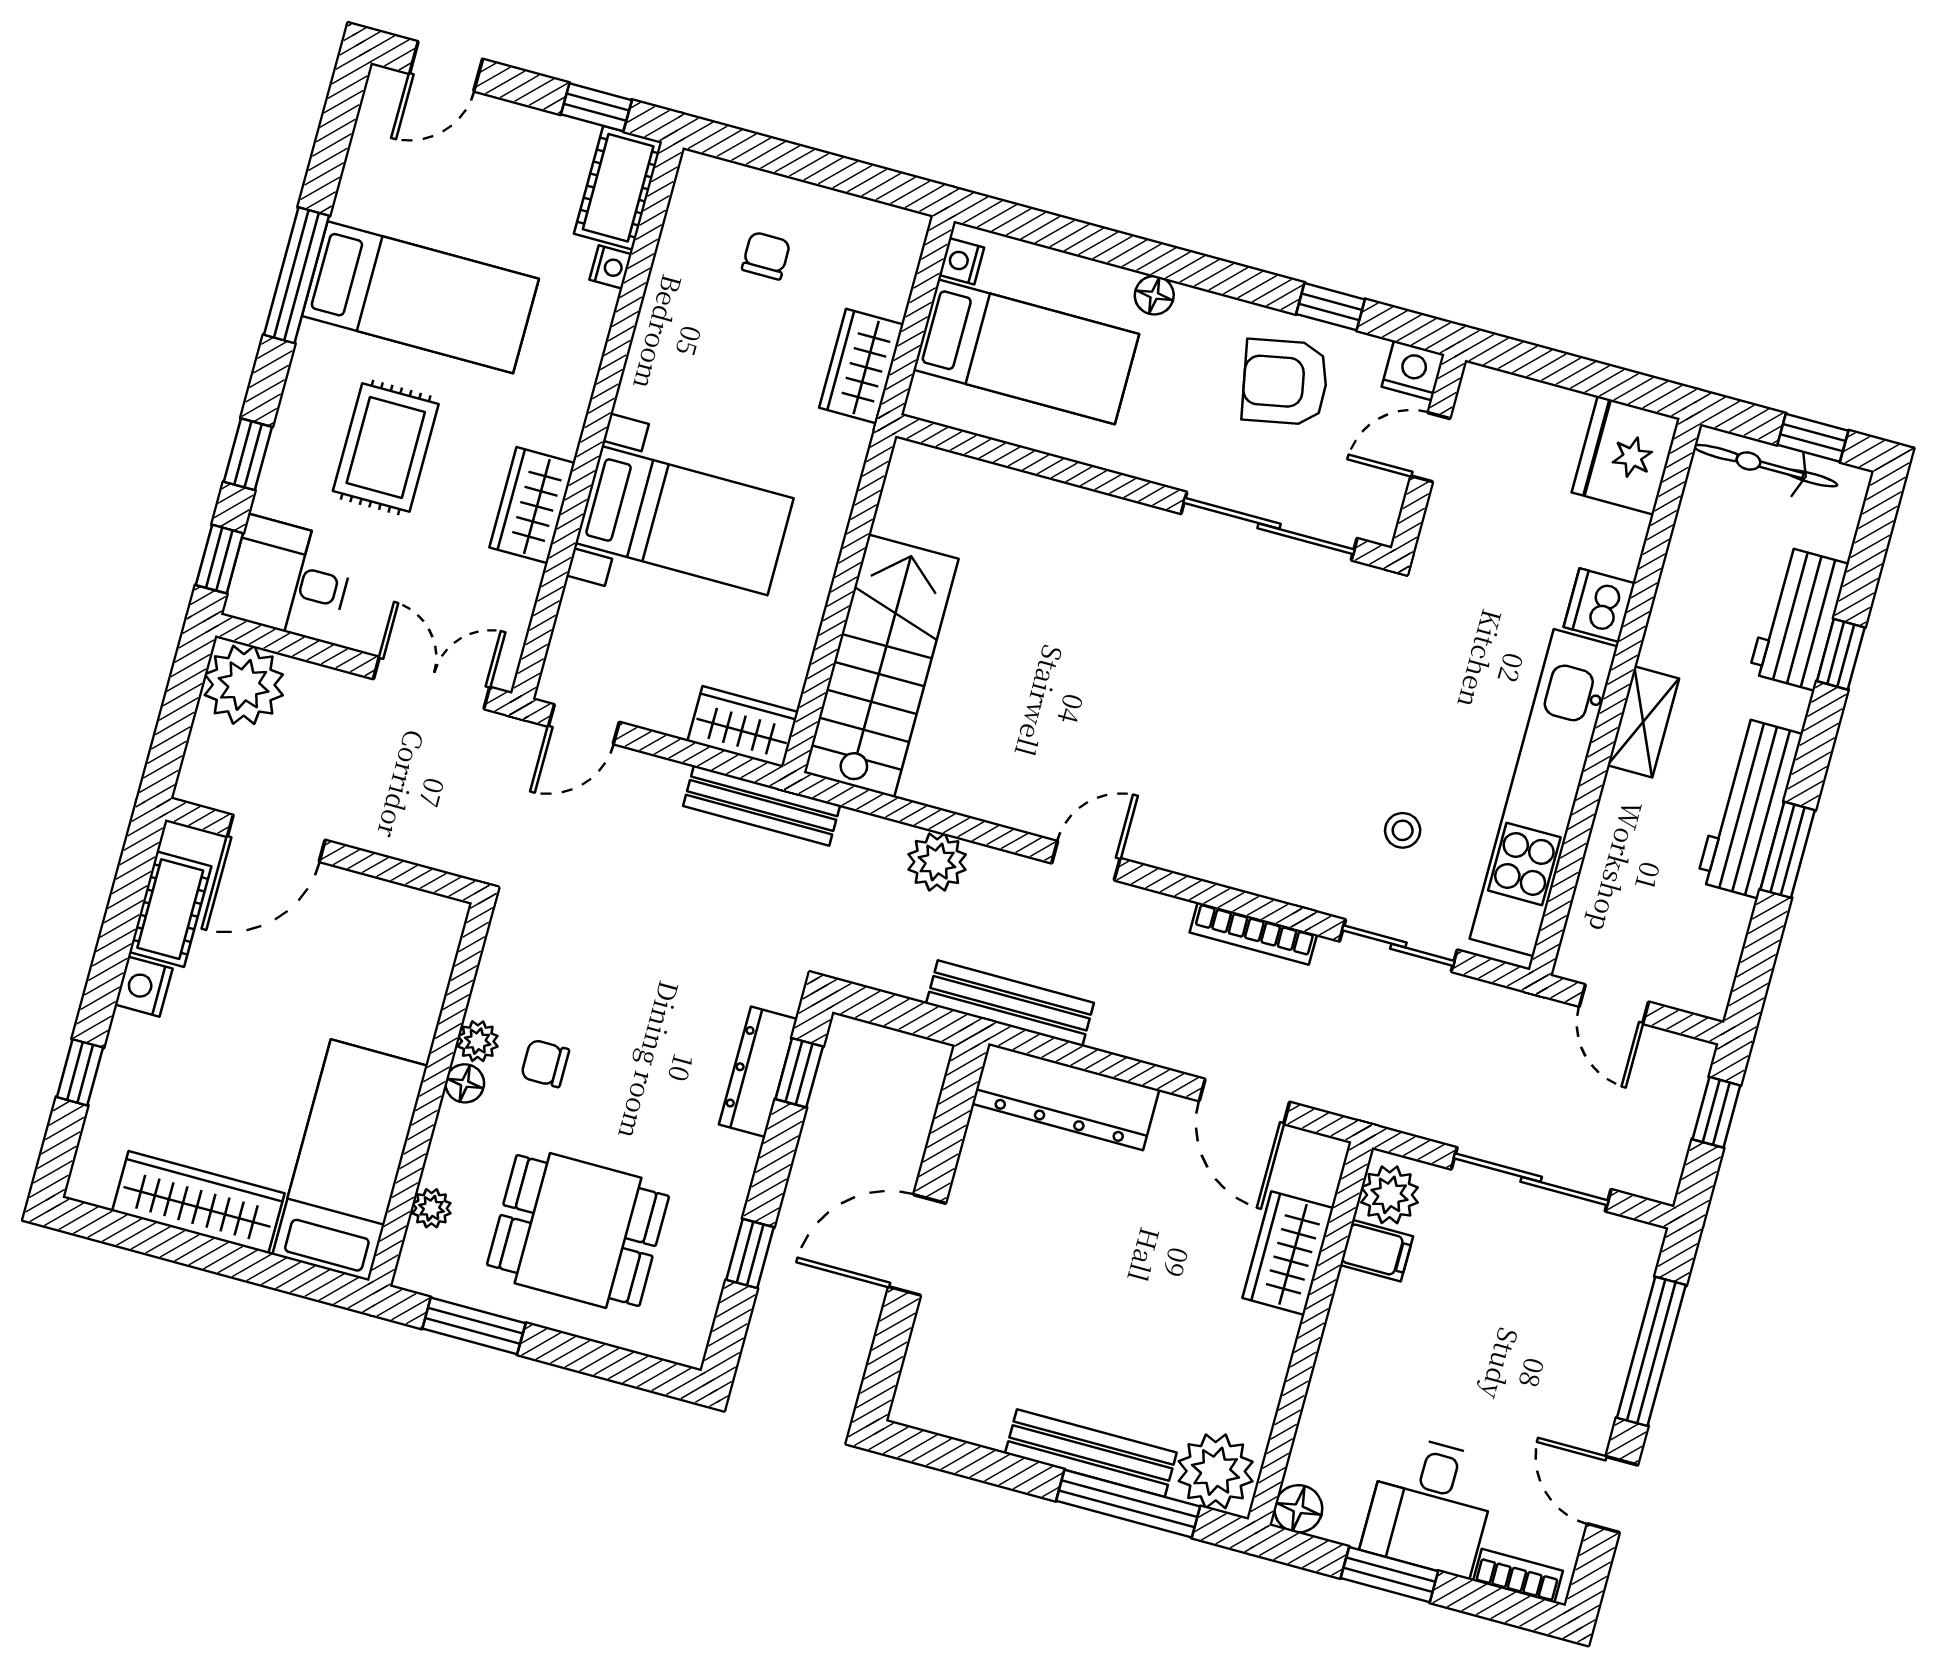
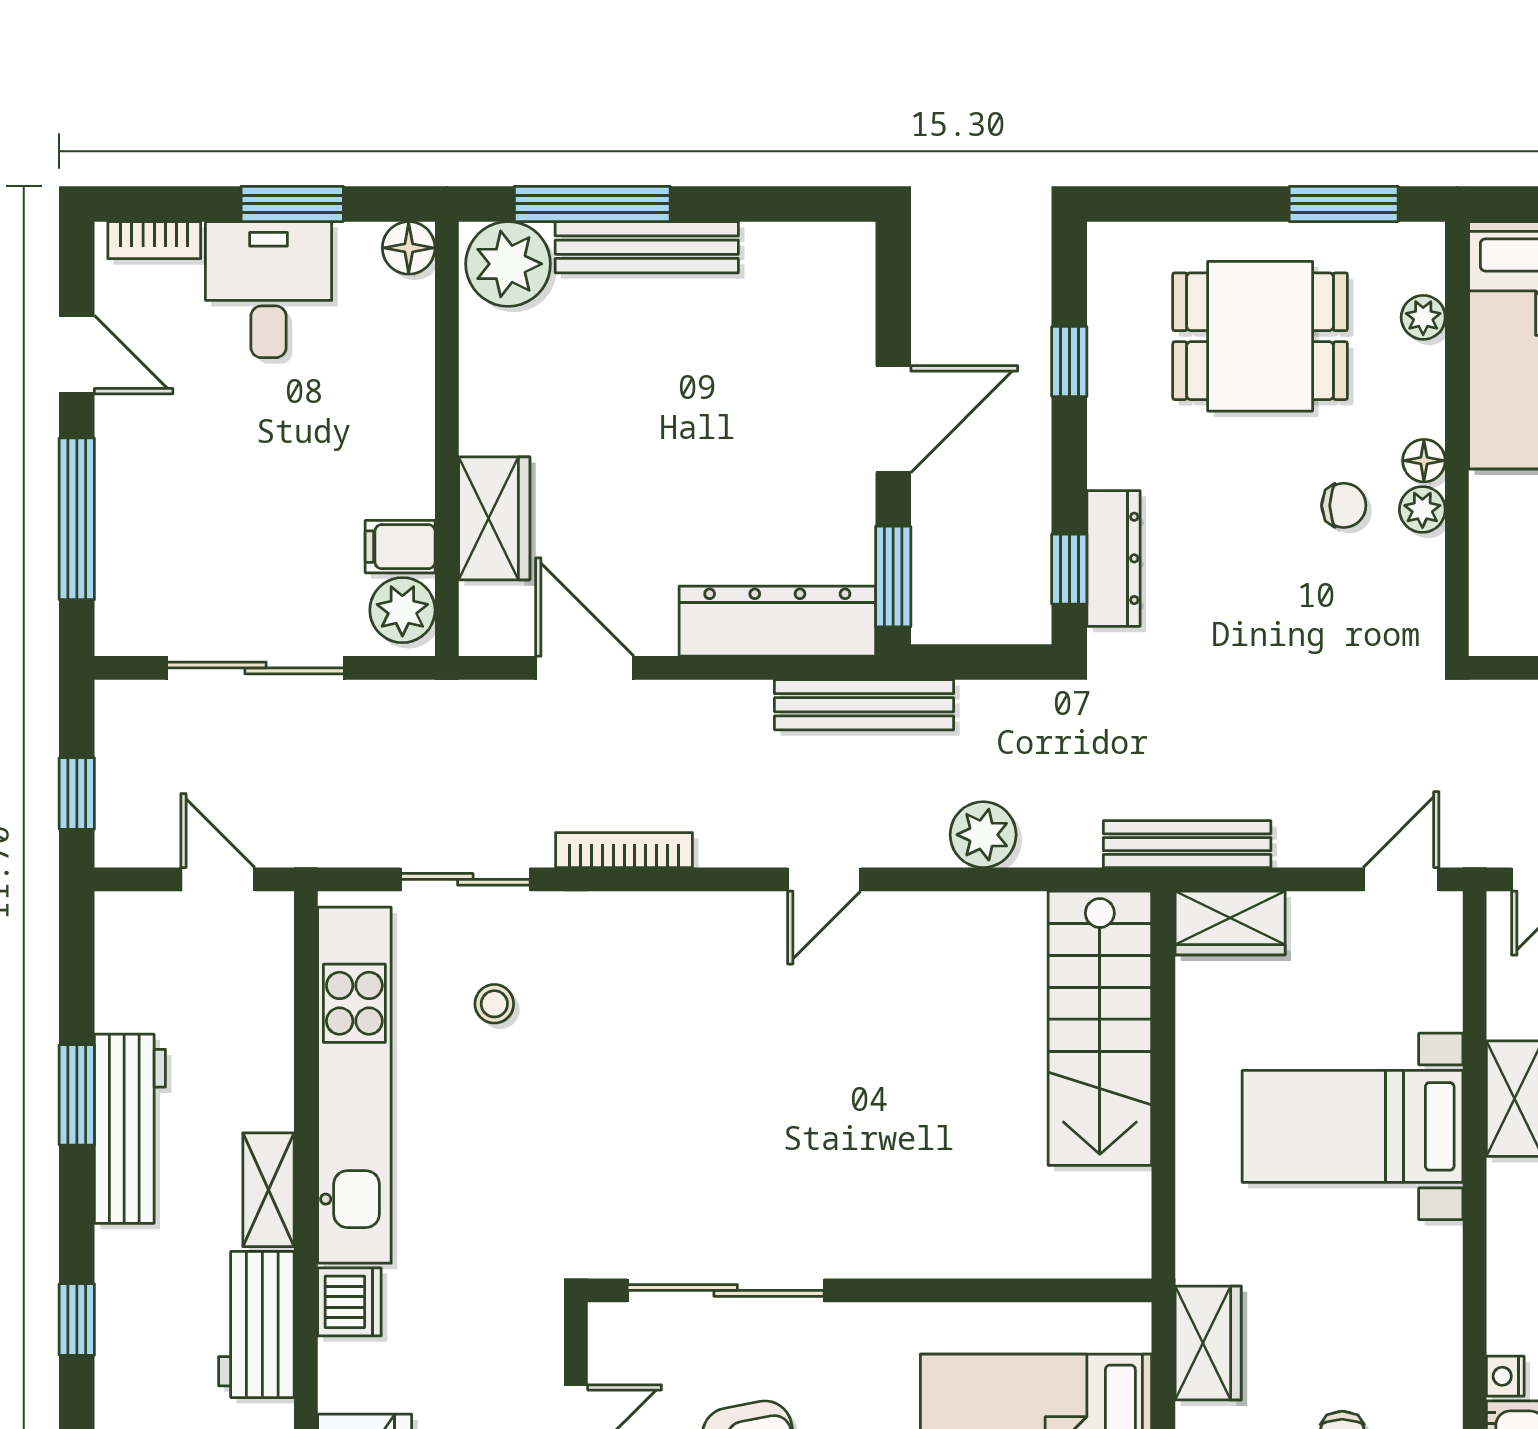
workbench: (1799, 618) -> (256, 1324), moved, turned 180
window: (954, 1108) -> (893, 577), added

